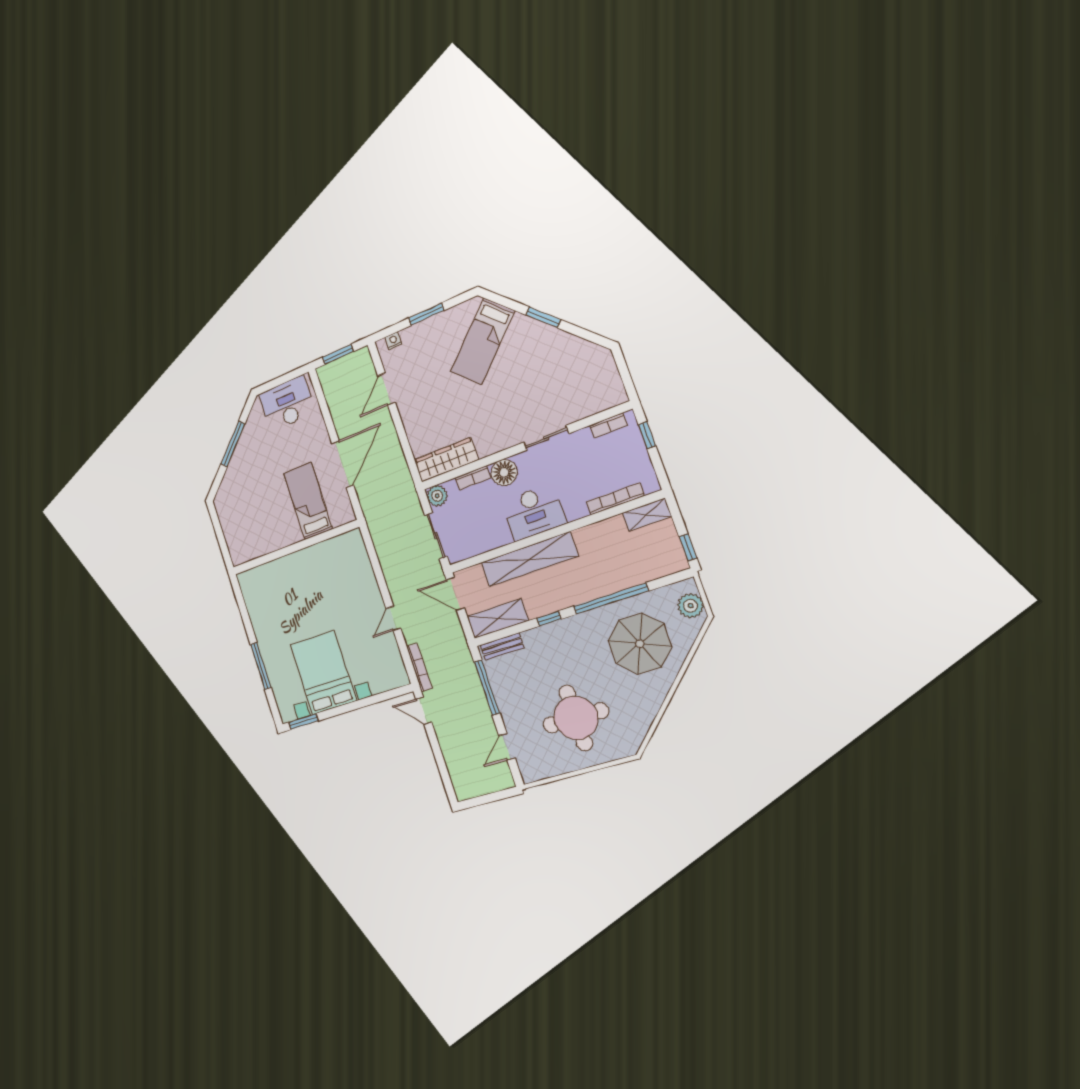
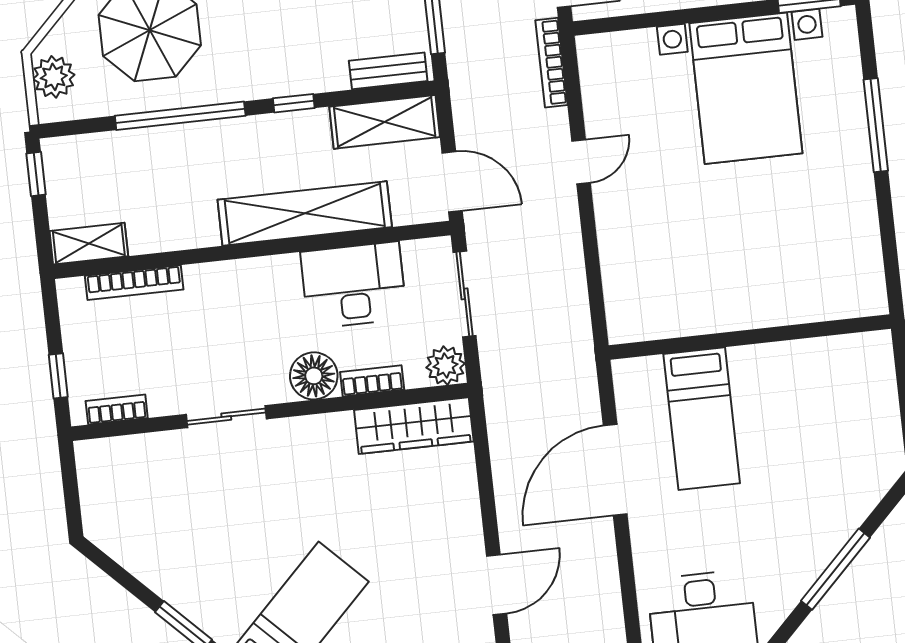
desk: (534, 512) -> (354, 285), moved

